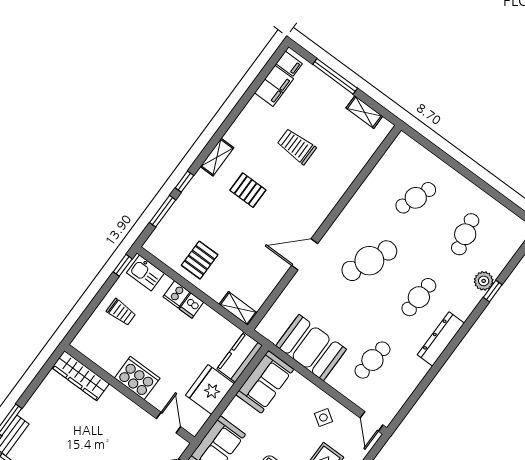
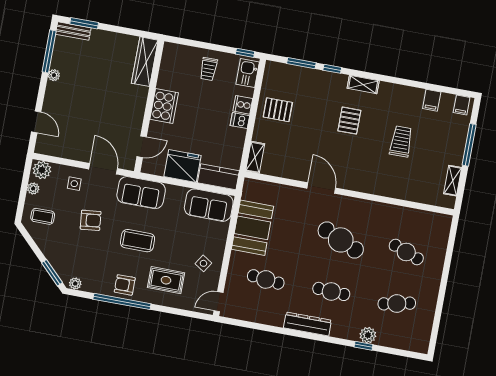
filing cabinet: (274, 86) -> (432, 100), width x0.50

